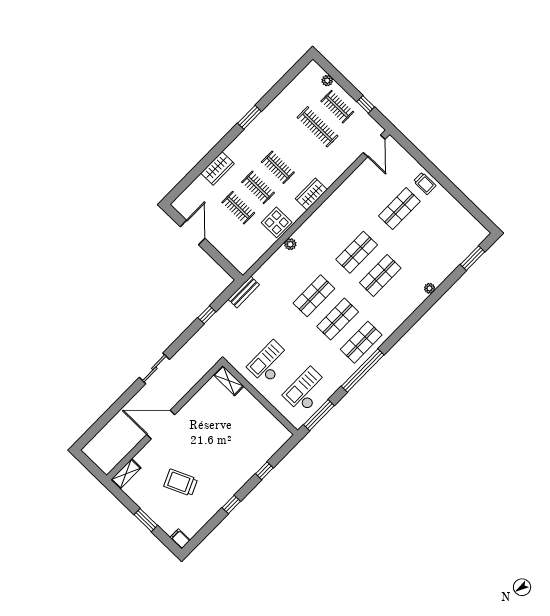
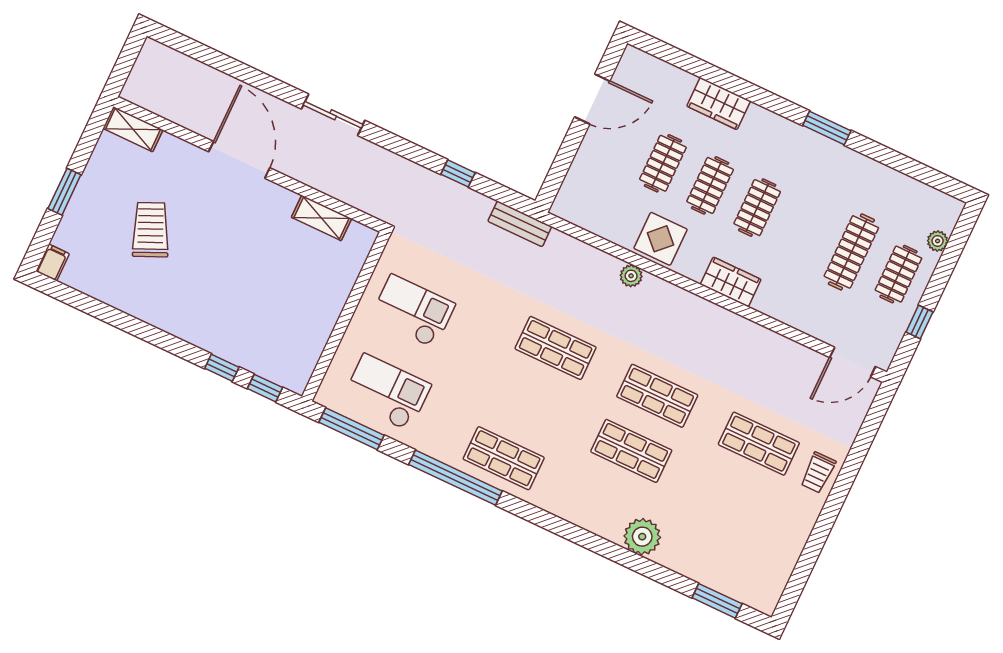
plant: (430, 288) -> (642, 537), width x1.88, depth x1.88
shop shelf: (338, 319) -> (530, 403), removed
shelving: (229, 381) -> (321, 218), moved, turned 90
window: (231, 505) -> (265, 388), moved

